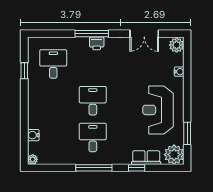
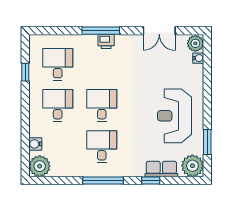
water cooler: (179, 72) -> (198, 58), moved
desk: (53, 101) -> (58, 106), added
plant: (33, 159) -> (40, 166), width x1.88, depth x1.88

